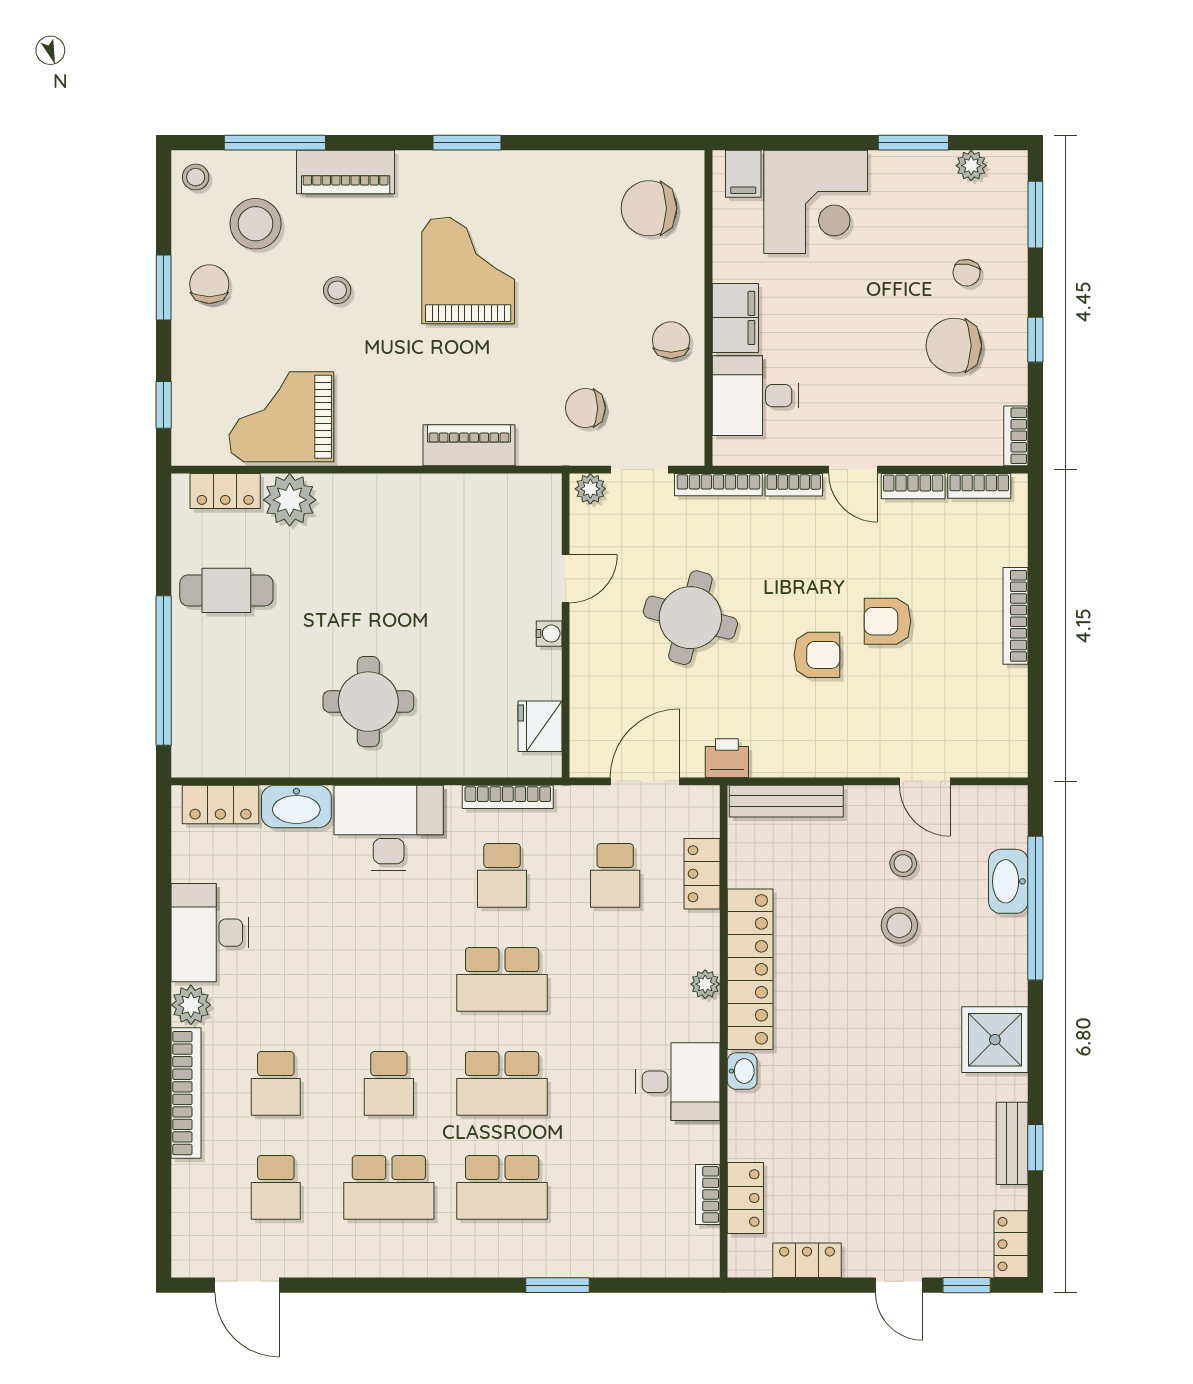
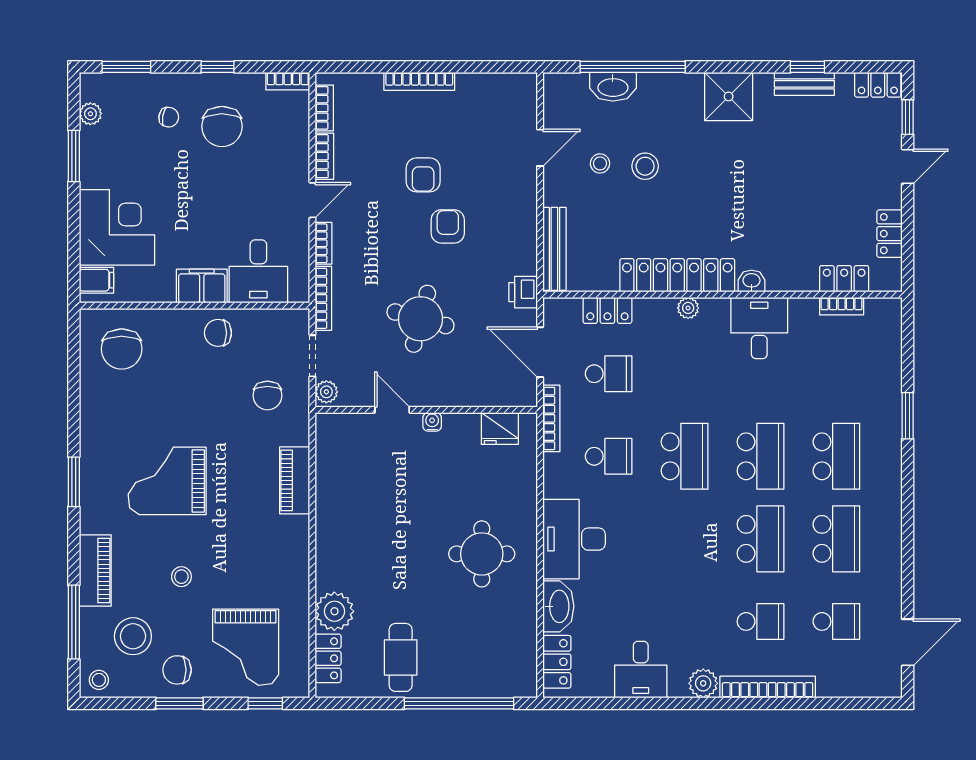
grand piano: (281, 417) -> (246, 647), moved
bookcase: (508, 797) -> (551, 418), moved
desk: (210, 933) -> (641, 670), width x0.73
school desk: (389, 1083) -> (760, 539), width x1.85

